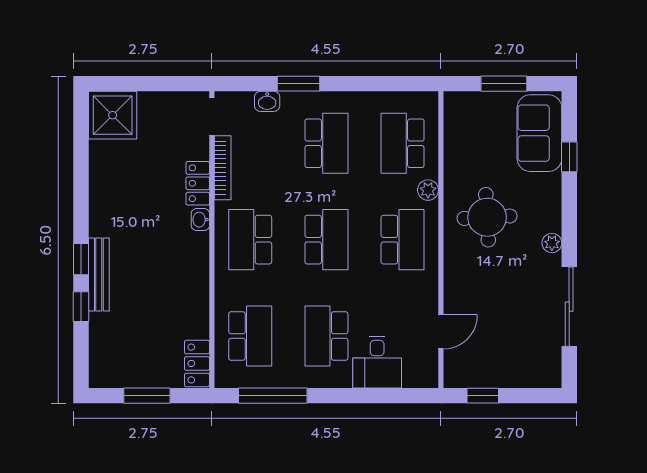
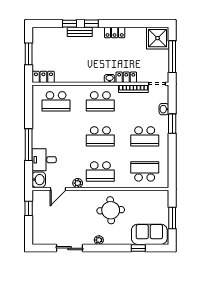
window: (153, 84) -> (172, 57), added
plant: (428, 190) -> (78, 183), moved
locker: (100, 209) -> (115, 32), added
school desk: (250, 240) -> (100, 101), turned 180
bench: (99, 275) -> (80, 32), width x0.73
sliding door: (569, 307) -> (70, 248), width x0.73
door: (441, 332) -> (58, 189), hinge flipped
school desk: (326, 336) -> (56, 136), removed
washbasin: (420, 374) -> (39, 180), added
window: (273, 396) -> (29, 145), moved

